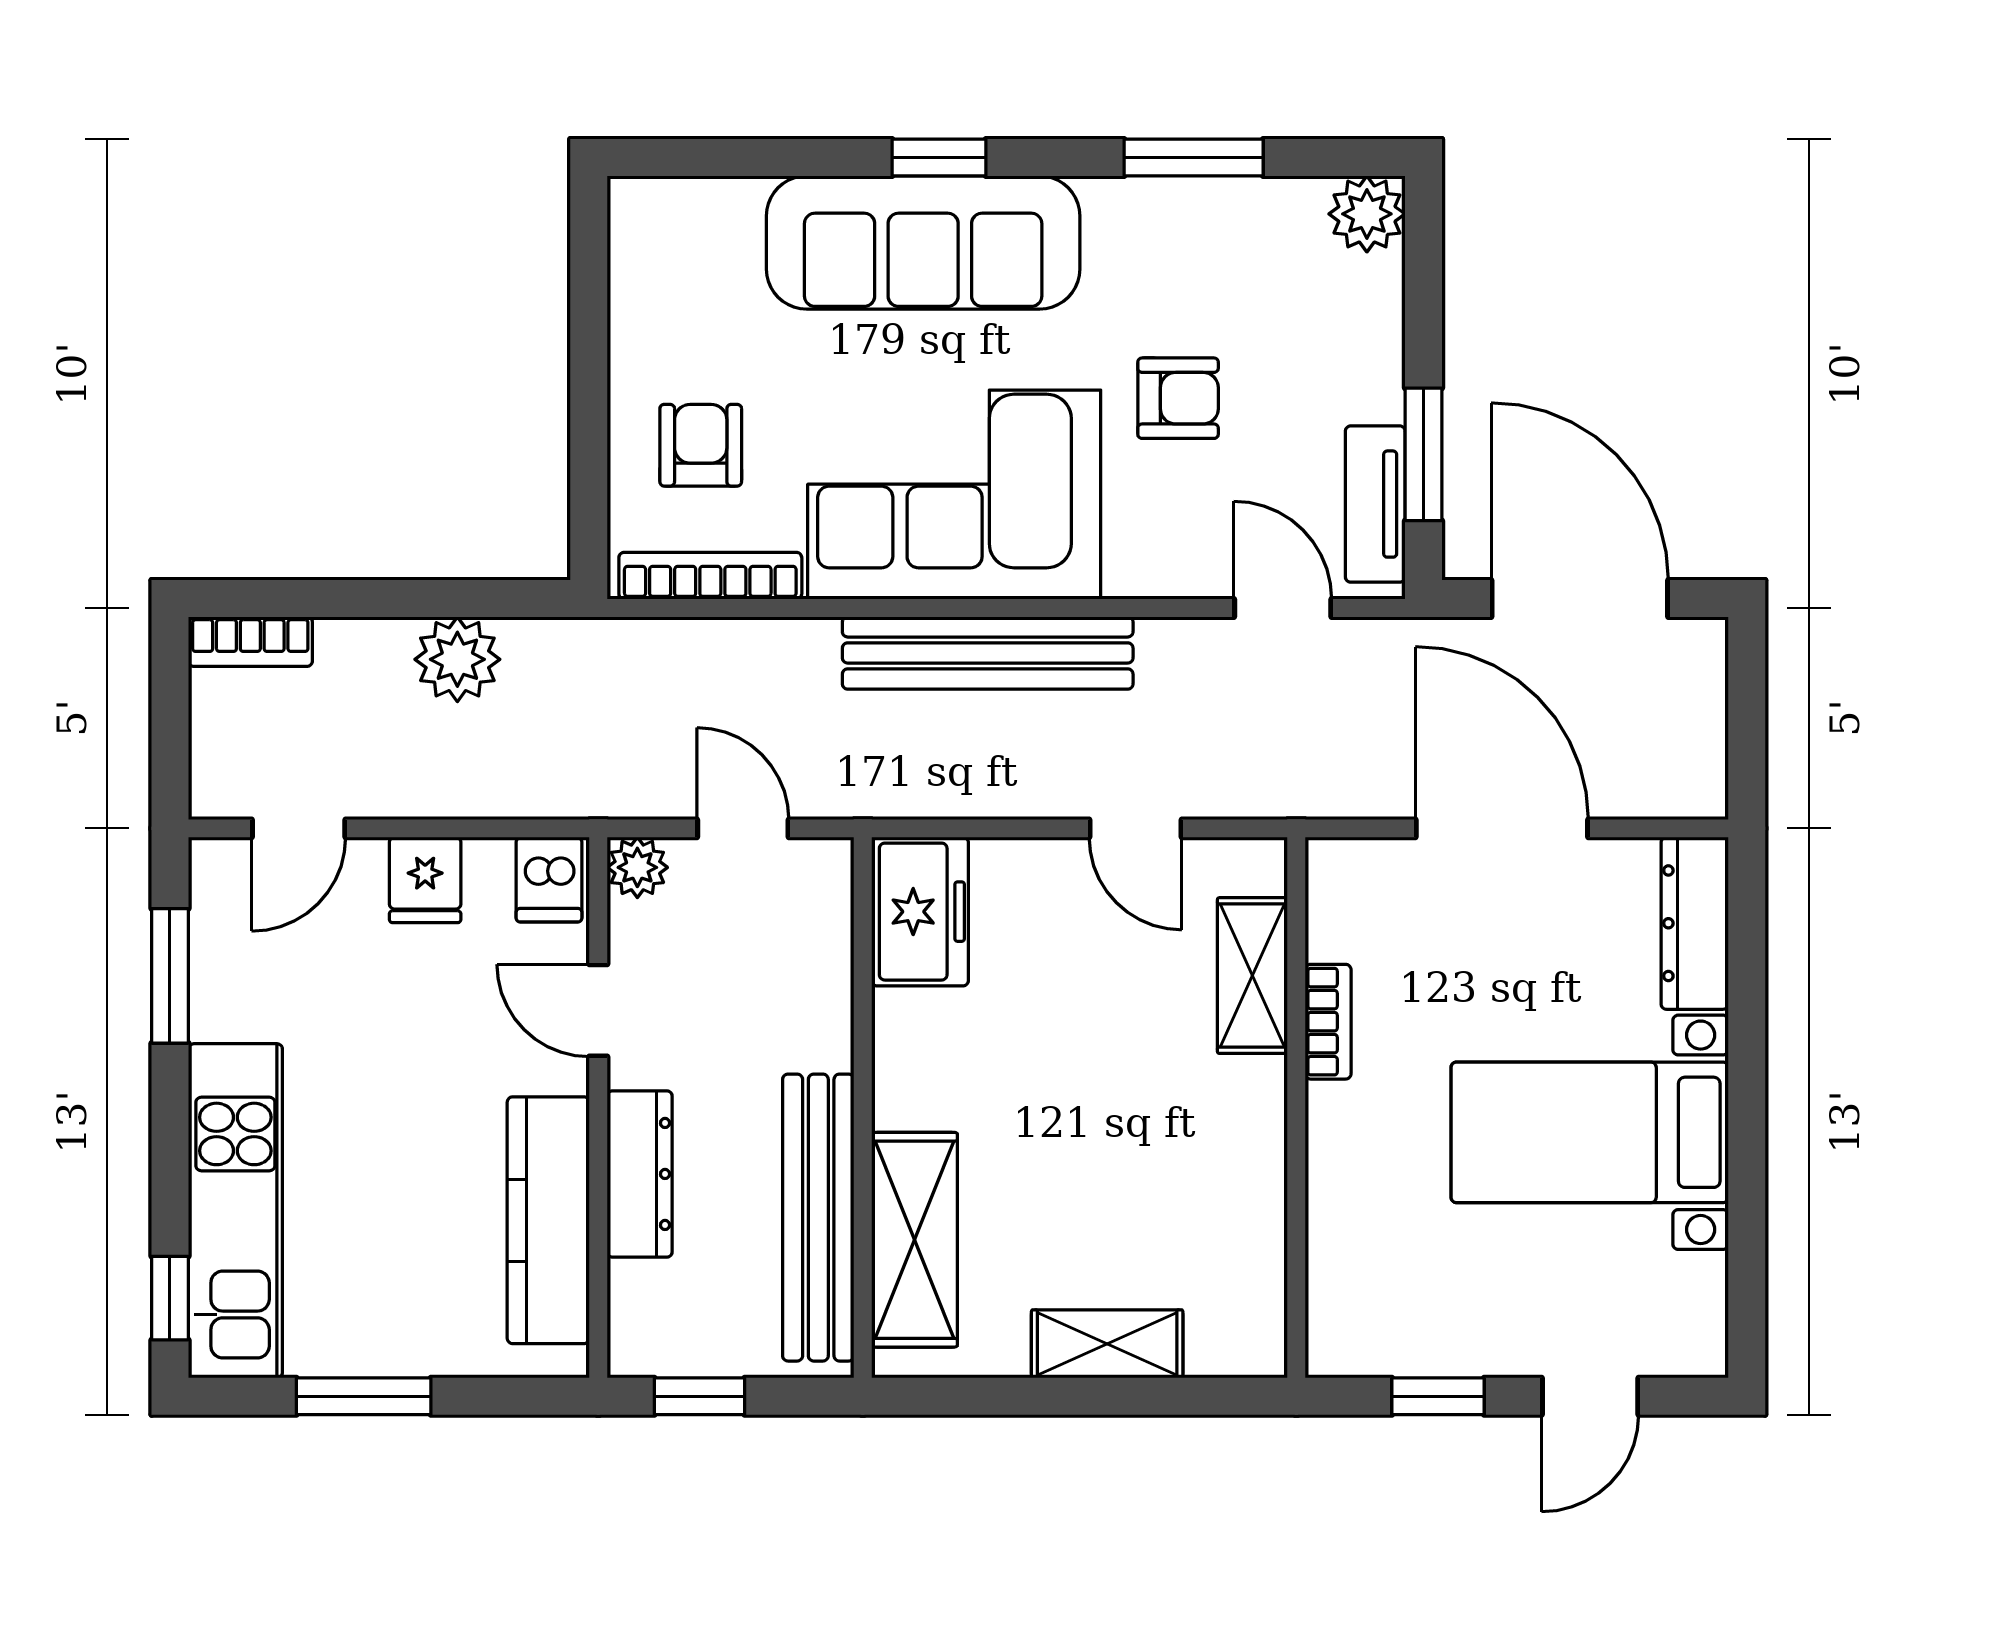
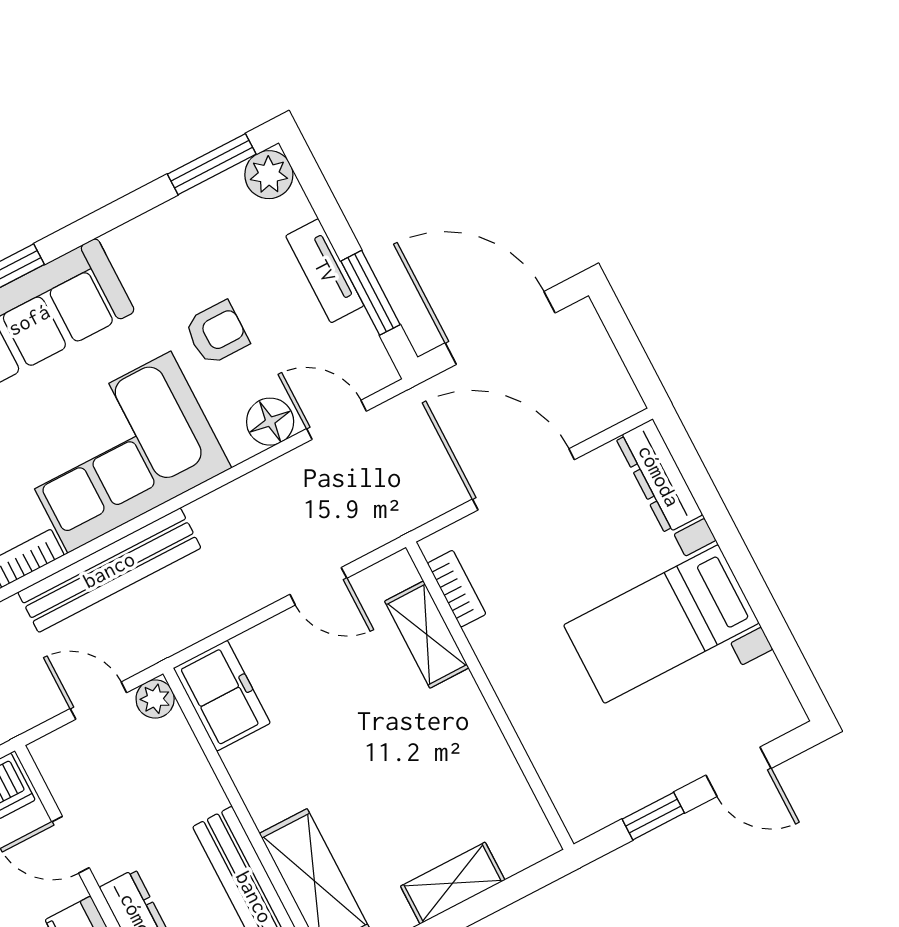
window: (1194, 158) -> (212, 164), moved
tv unit: (1375, 504) -> (325, 271), moved
floor lamp: (1188, 562) -> (270, 422), added
bench: (988, 653) -> (109, 570), moved
plant: (637, 867) -> (155, 699), moved
bookcase: (1328, 1022) -> (457, 589), moved
door: (1590, 1396) -> (738, 772), hinge flipped

